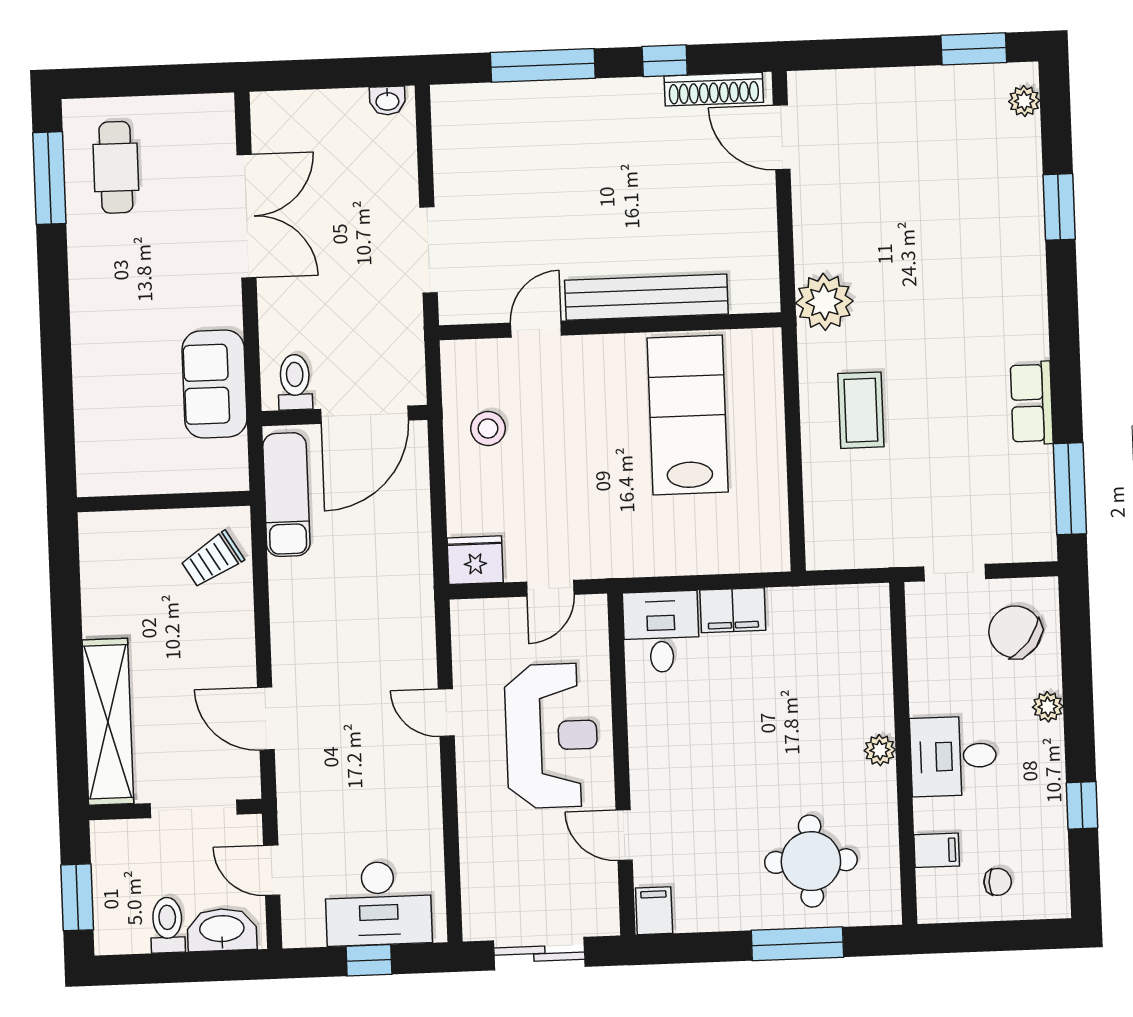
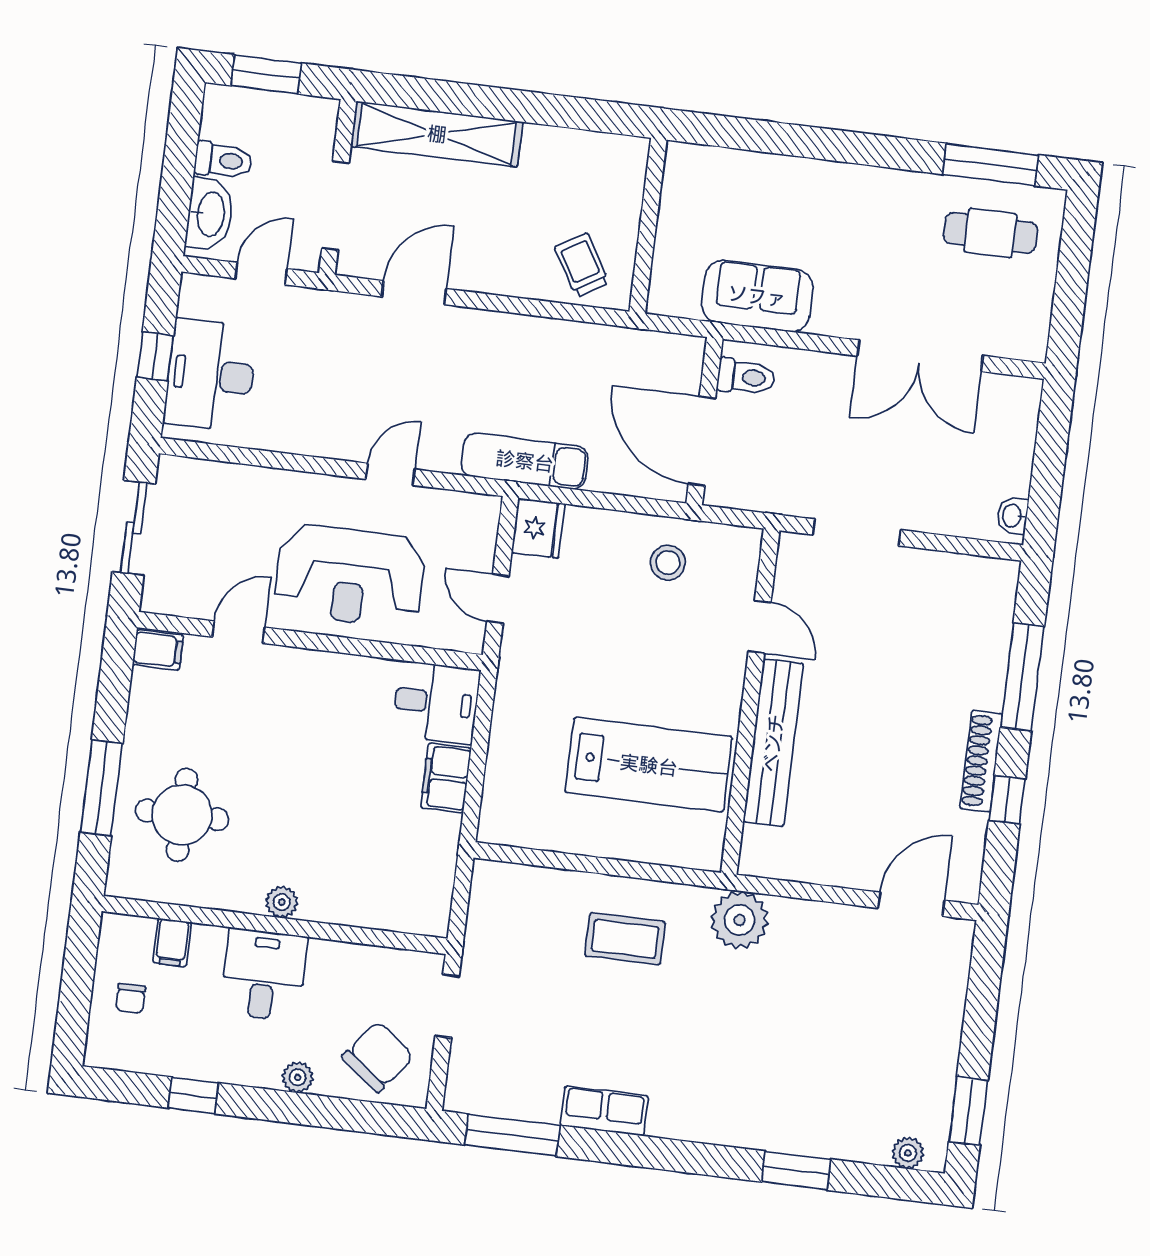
shoe rack: (714, 89) -> (981, 761), moved
exam couch: (286, 495) -> (525, 461), moved, turned 180

